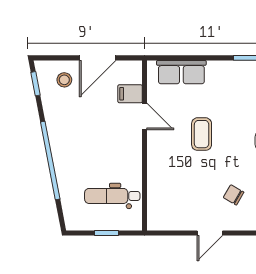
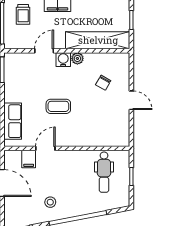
stool: (64, 80) -> (50, 202), moved

